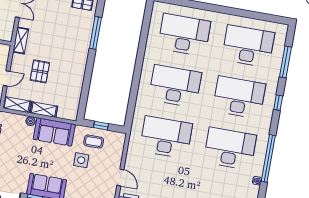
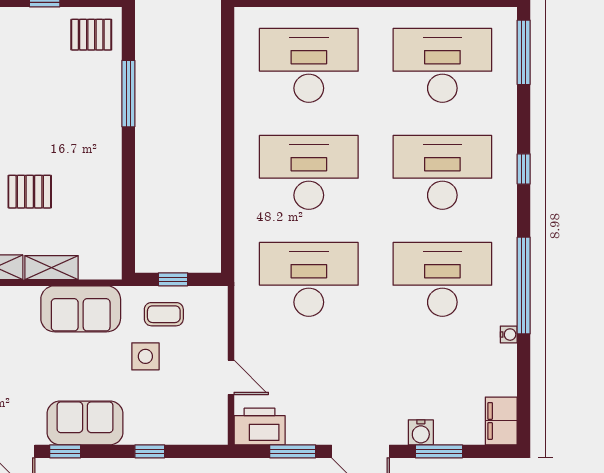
window: (285, 62) -> (524, 52), moved
pallet: (40, 71) -> (30, 192), turned 90
plant: (30, 121) -> (29, 296), removed

